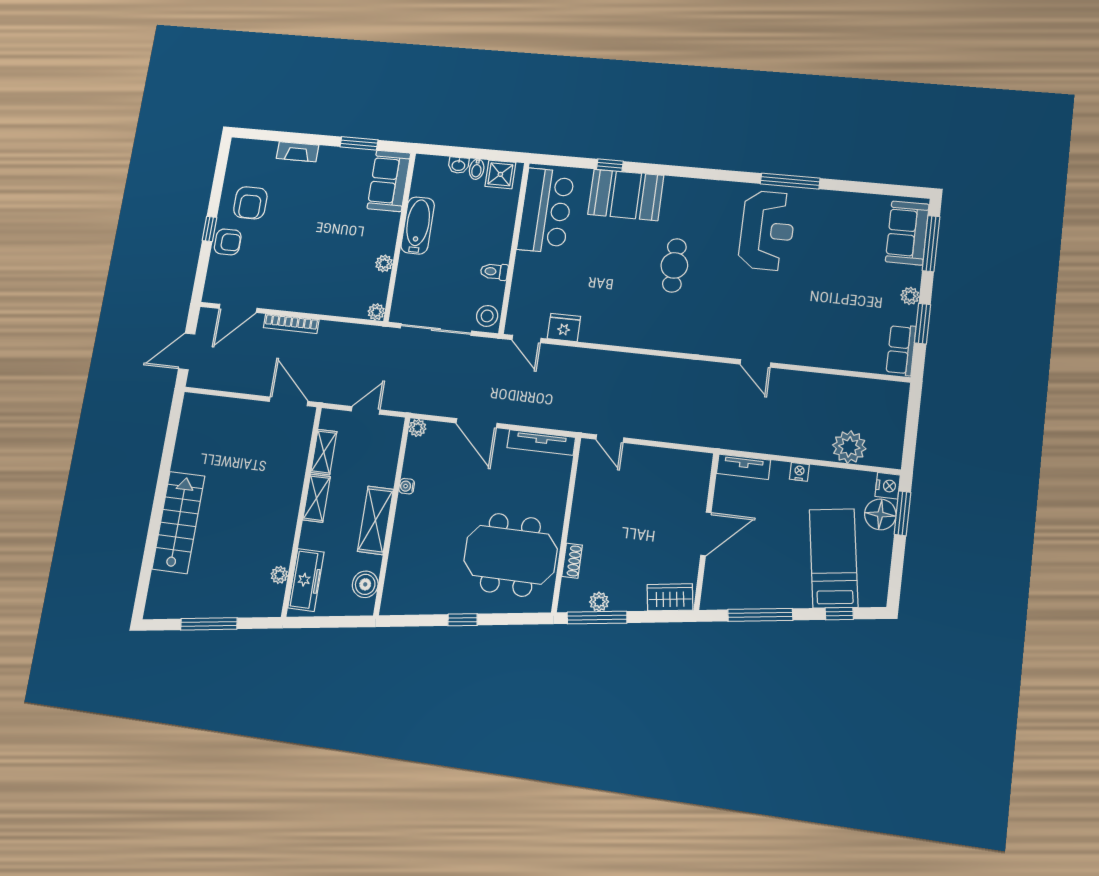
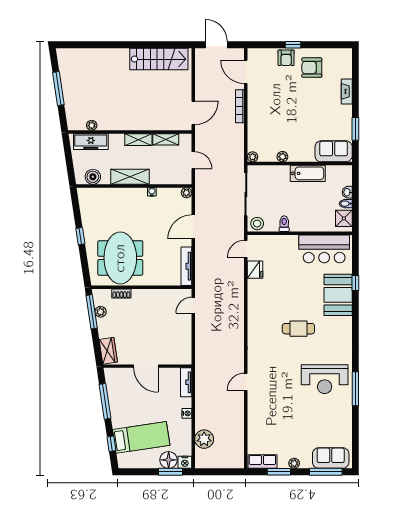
stairs: (178, 522) -> (159, 59), moved

